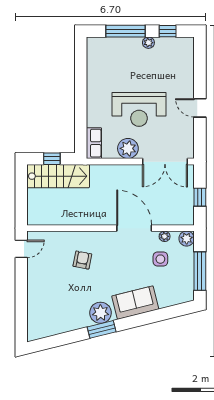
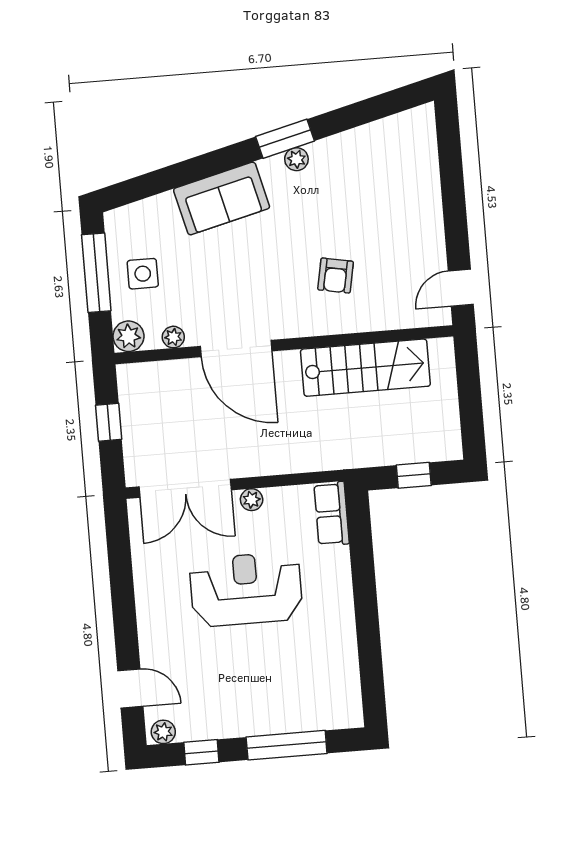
plant: (148, 43) -> (163, 732), moved
door: (200, 108) -> (130, 688), moved
plant: (128, 148) -> (252, 500), width x0.53, depth x0.53
double door: (165, 162) -> (185, 488), swing flipped
stairs: (58, 176) -> (365, 368), moved, turned 180
side table: (160, 259) -> (143, 274), moved
plant: (101, 313) -> (296, 159), width x0.53, depth x0.53

